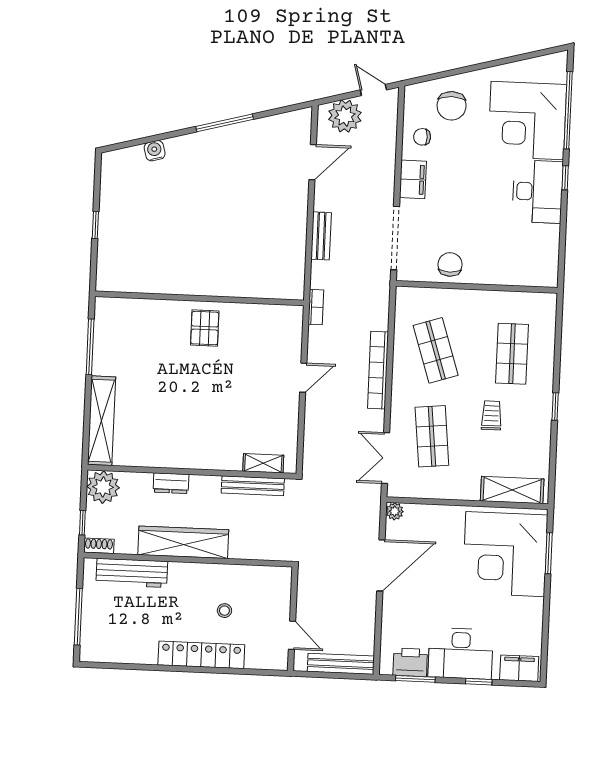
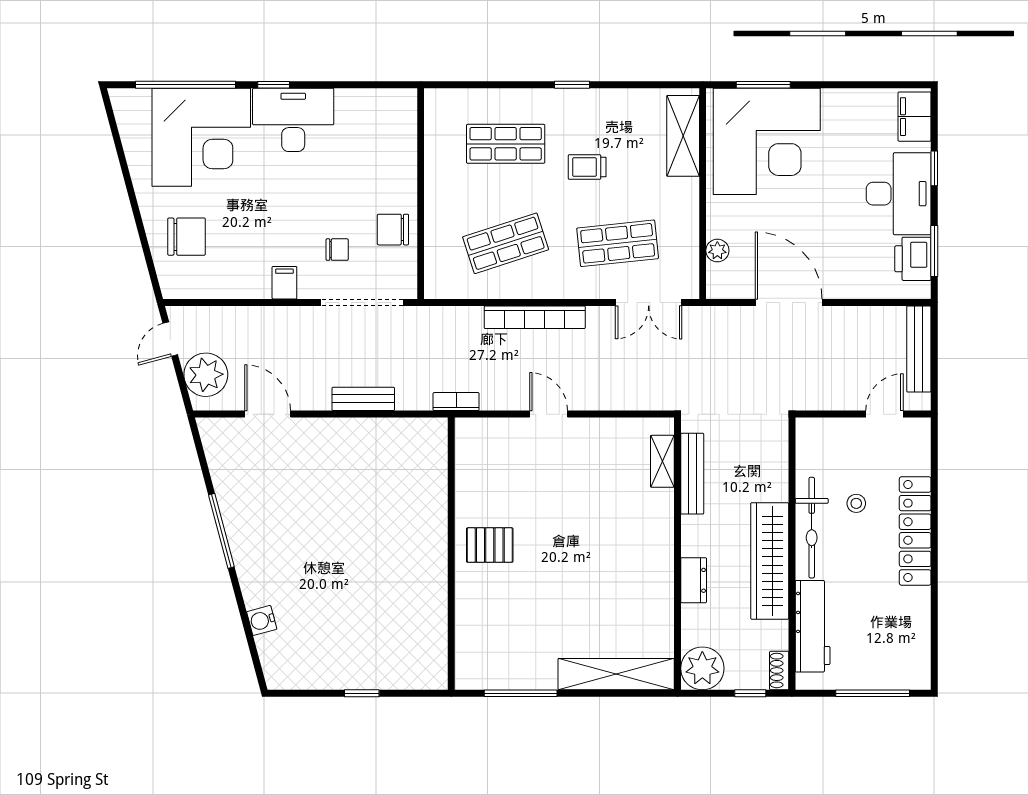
chair: (422, 137) -> (337, 250), moved, turned -90
filing cabinet: (413, 179) -> (284, 283), width x0.50
plant: (395, 511) -> (717, 251), moved
bicycle: (207, 576) -> (812, 528), added

